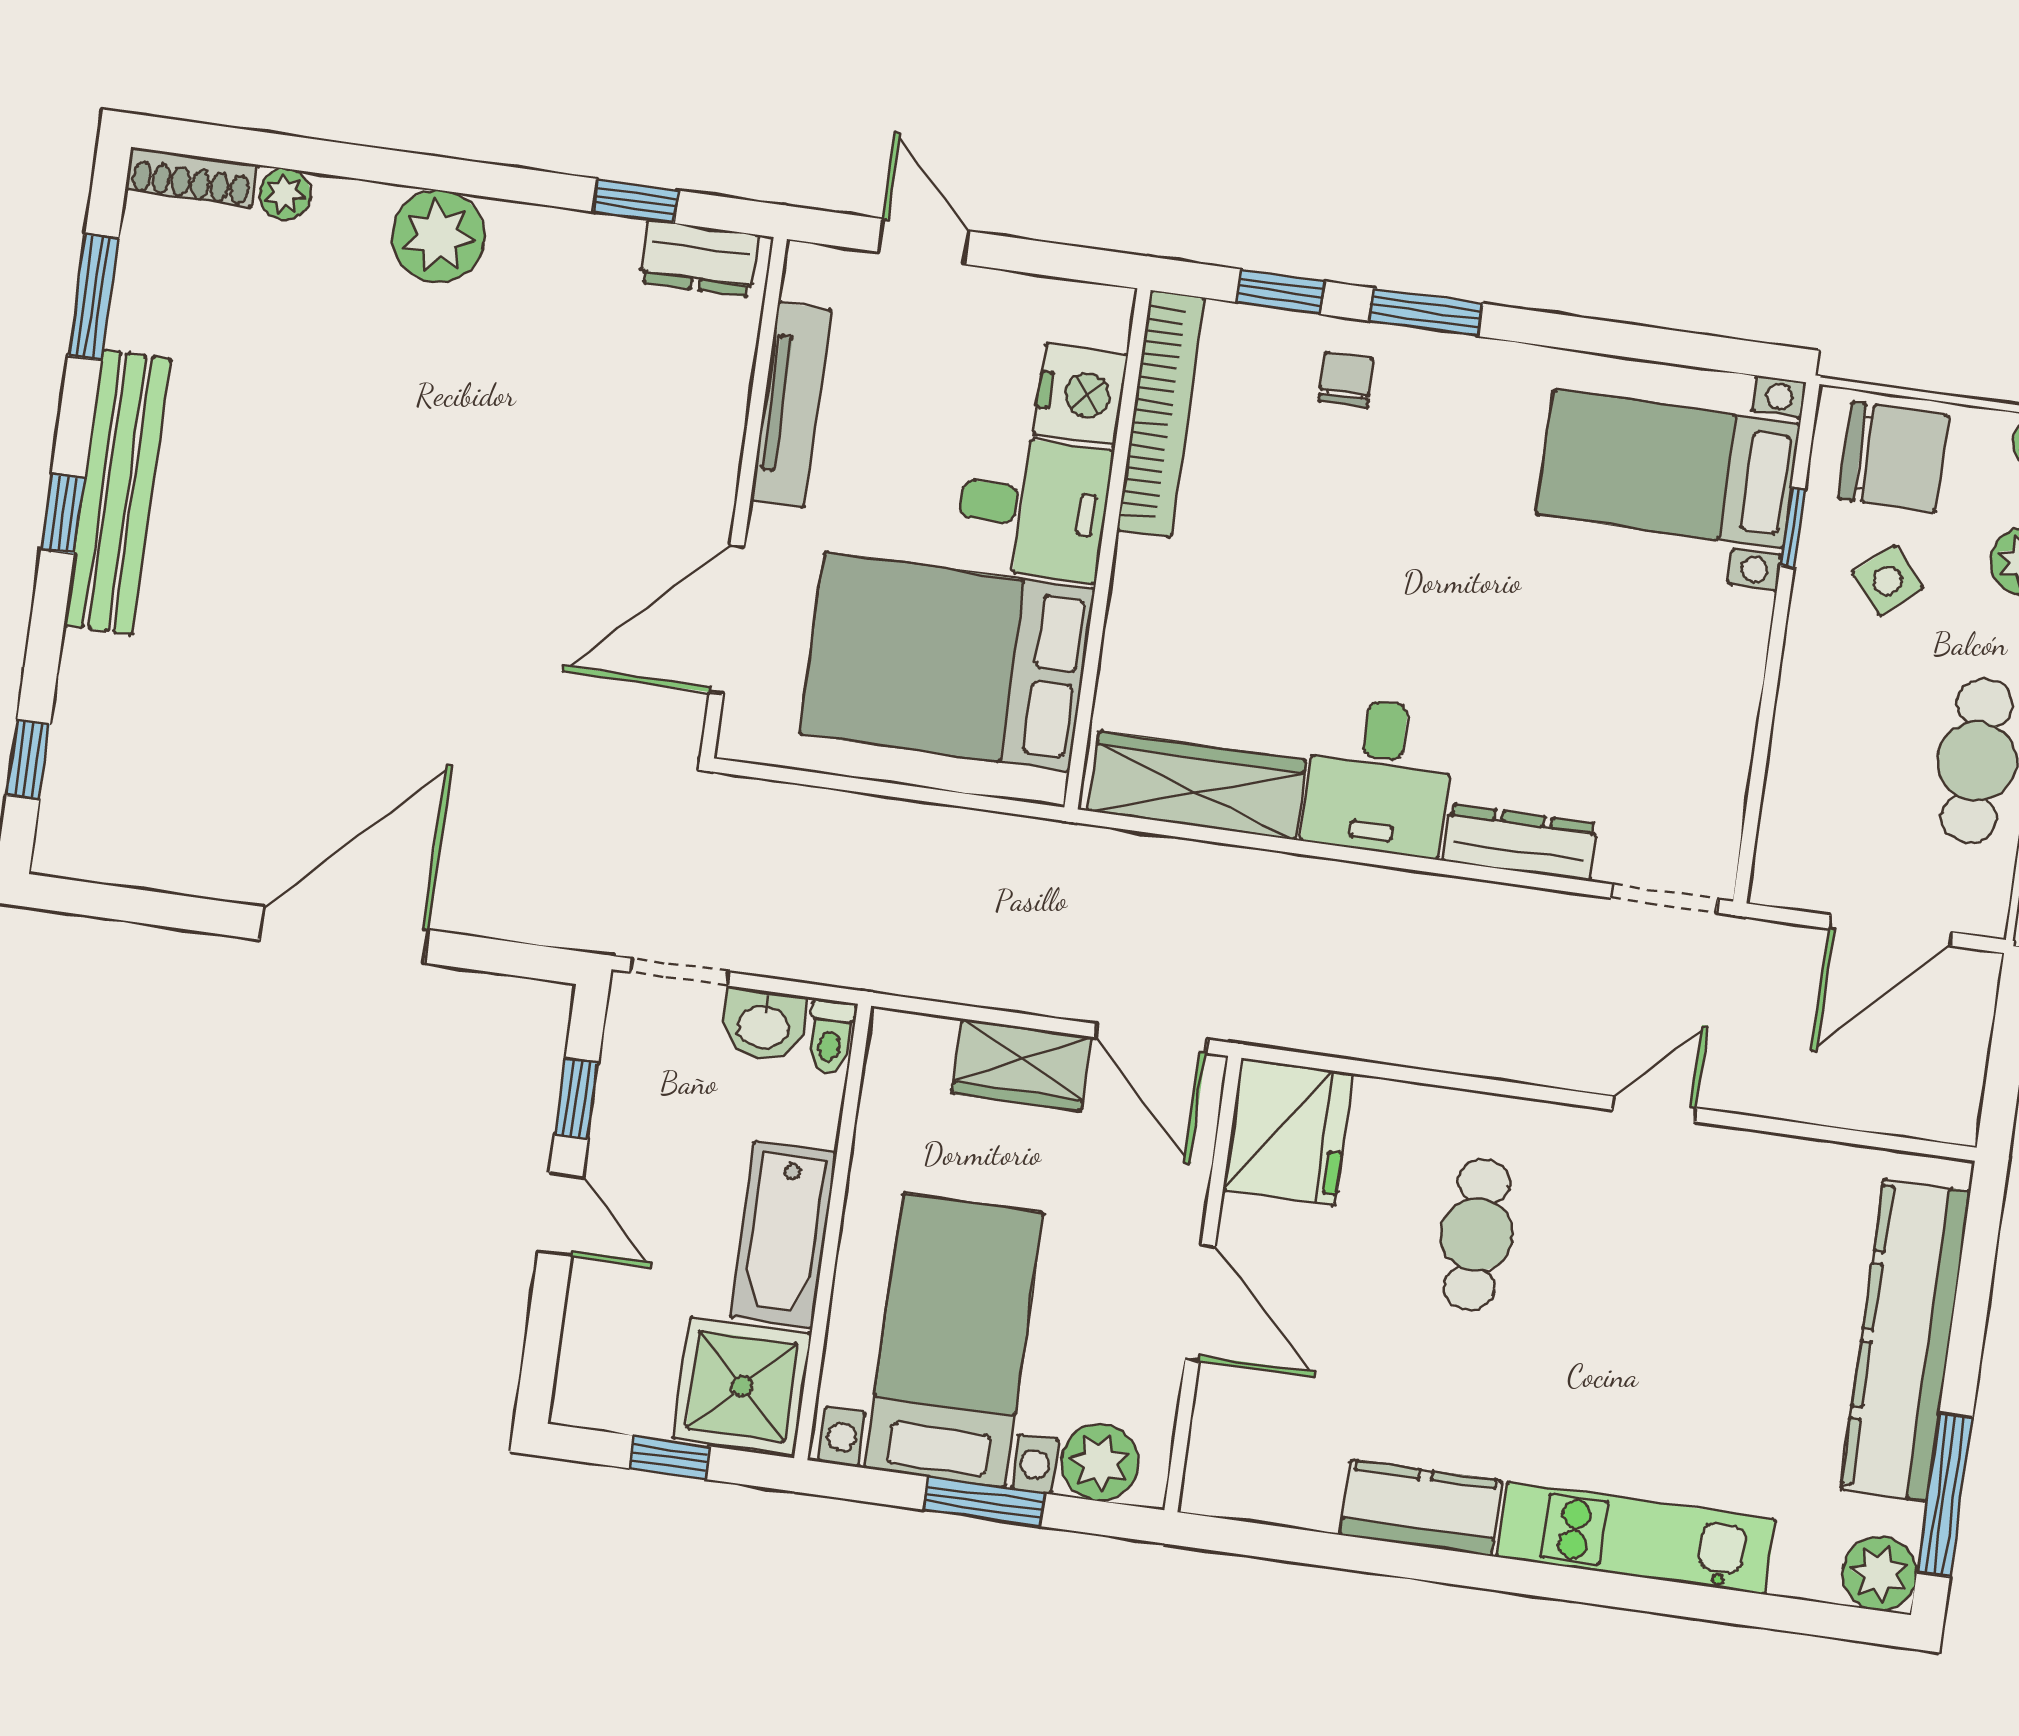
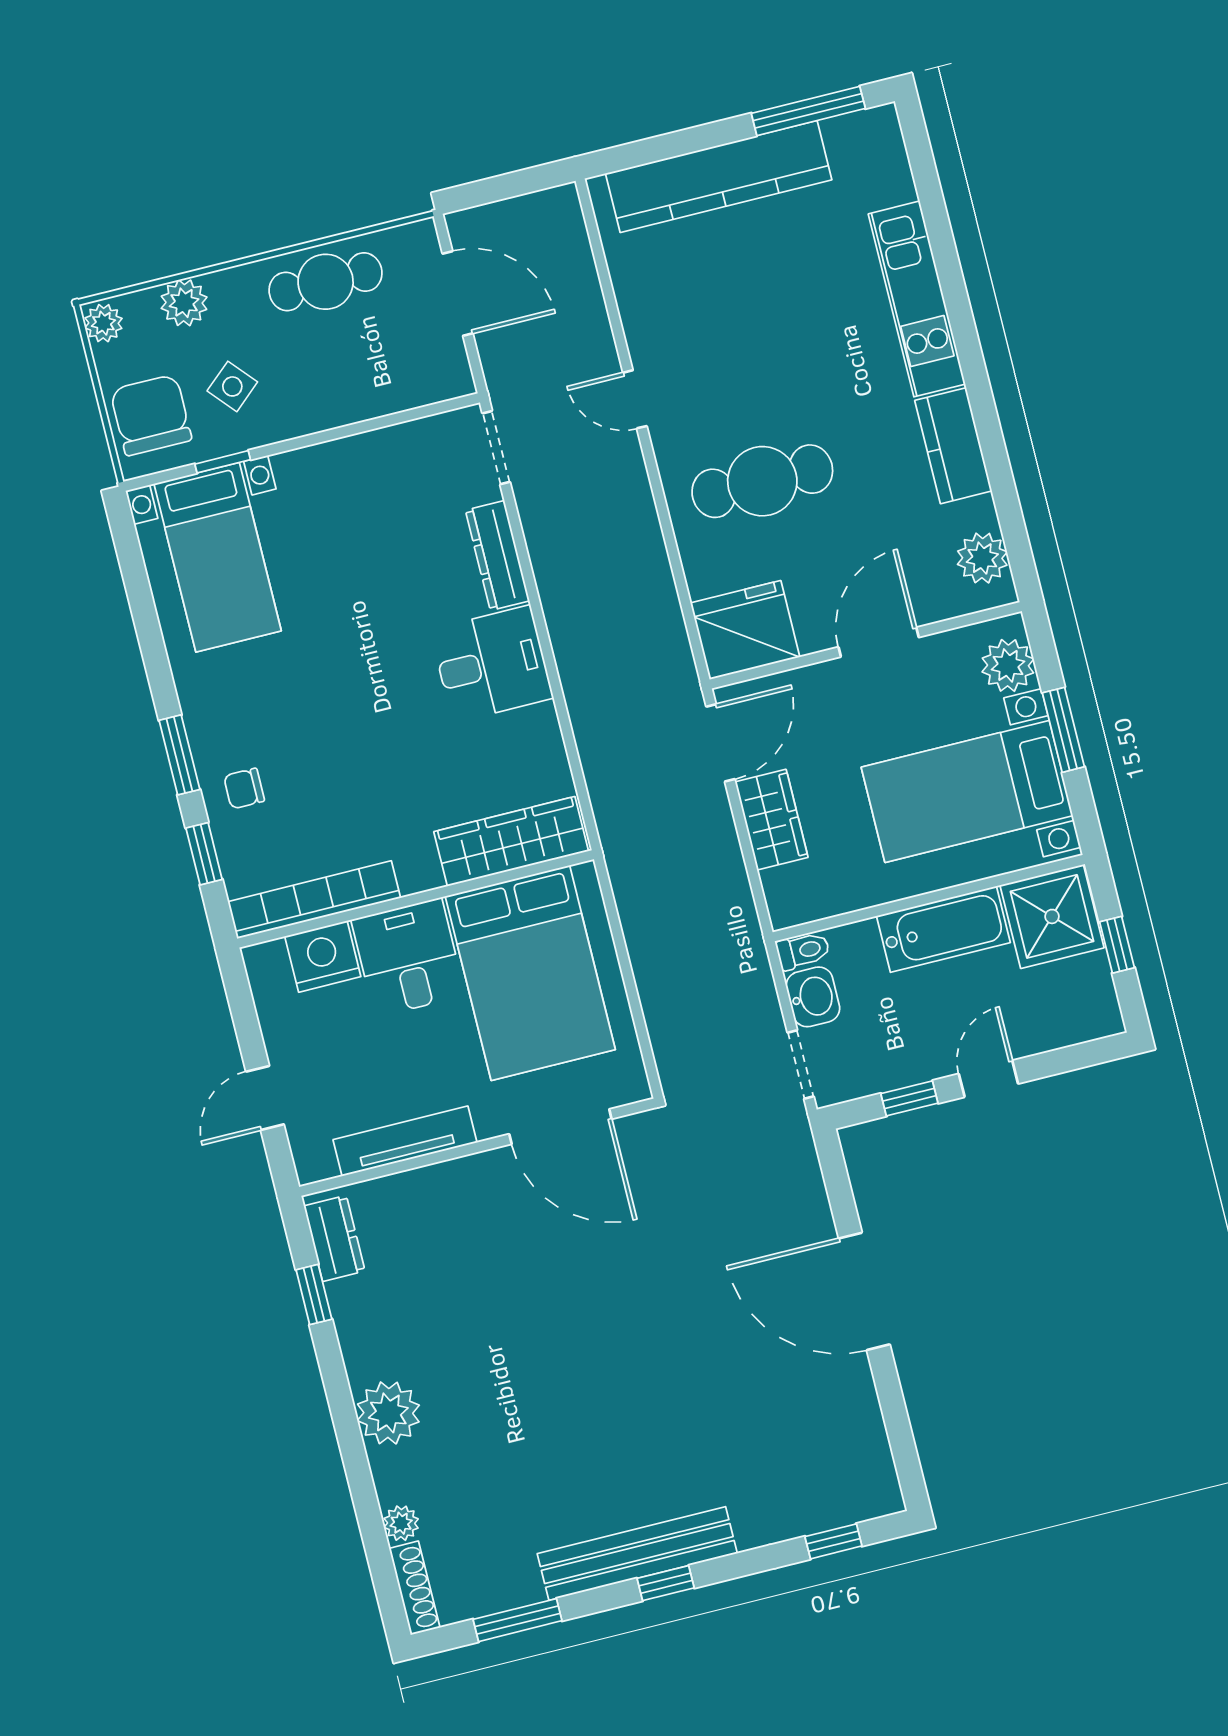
wardrobe: (1197, 786) -> (511, 841), moved, turned 90
cafe table: (1477, 1235) -> (762, 481), width x1.37, depth x1.35
plant: (1880, 1574) -> (982, 558), moved

